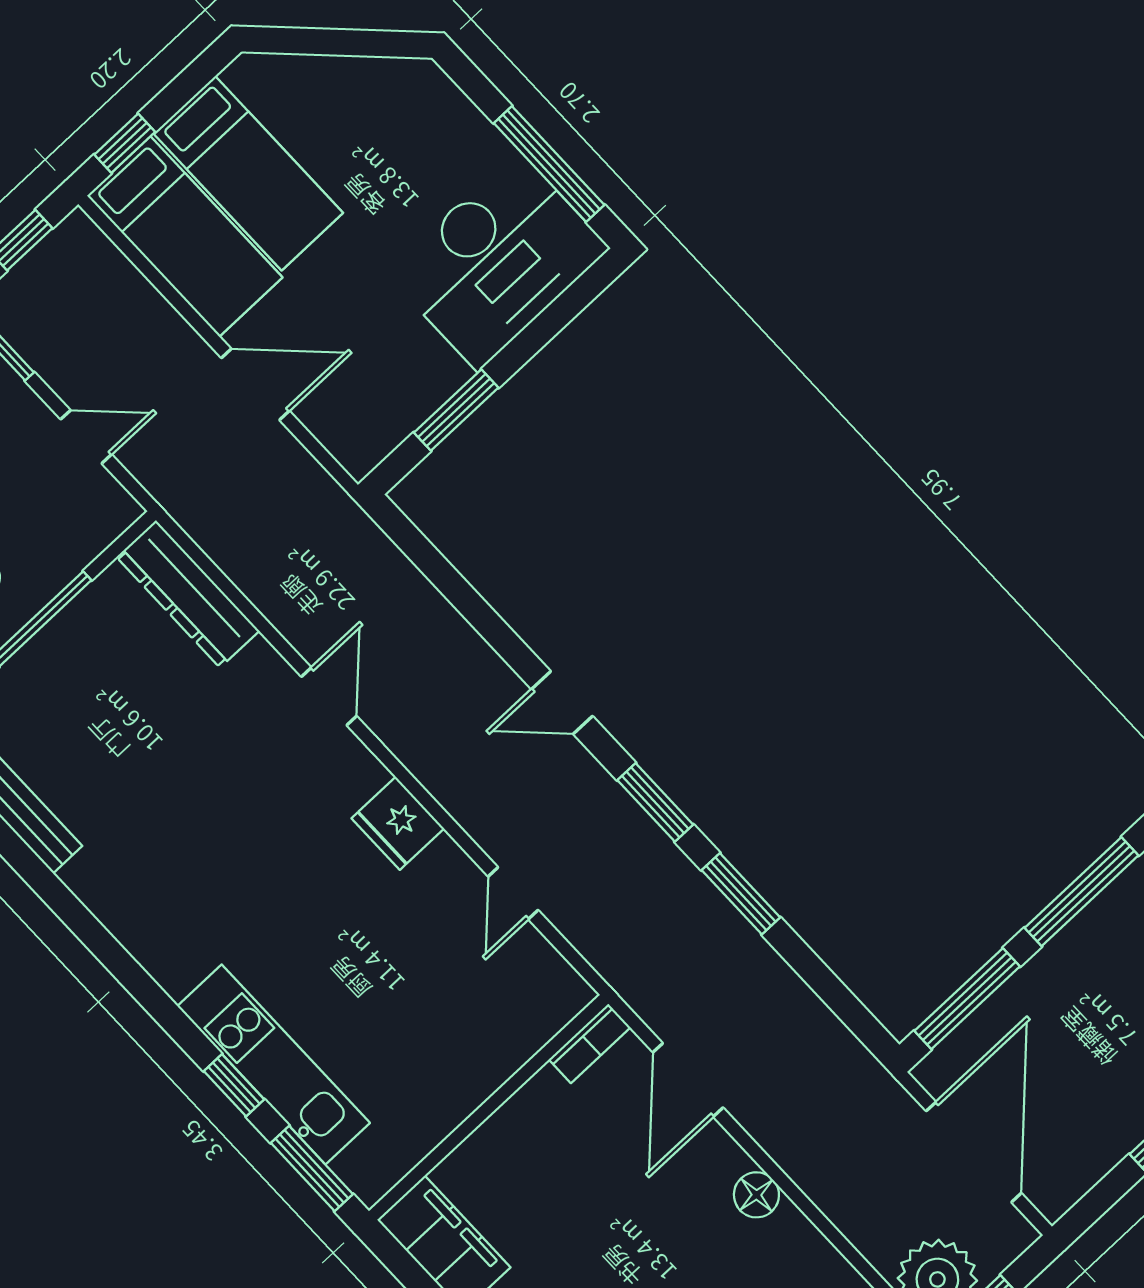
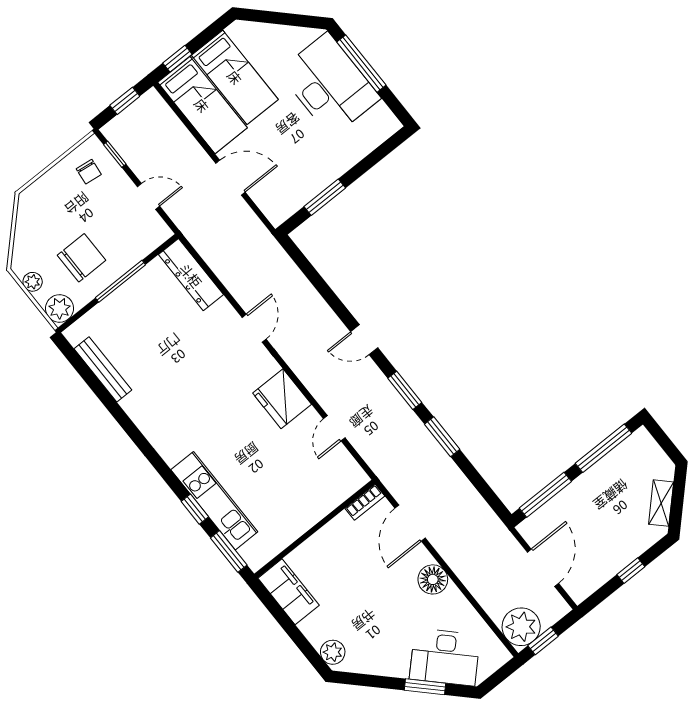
window: (549, 164) -> (361, 64), moved
desk: (498, 261) -> (329, 85), moved, turned -90
fridge: (398, 823) -> (282, 399), width x1.36, depth x1.34
door: (974, 1152) -> (543, 568), width x0.73
floor lamp: (756, 1195) -> (433, 579), width x1.38, depth x1.38

